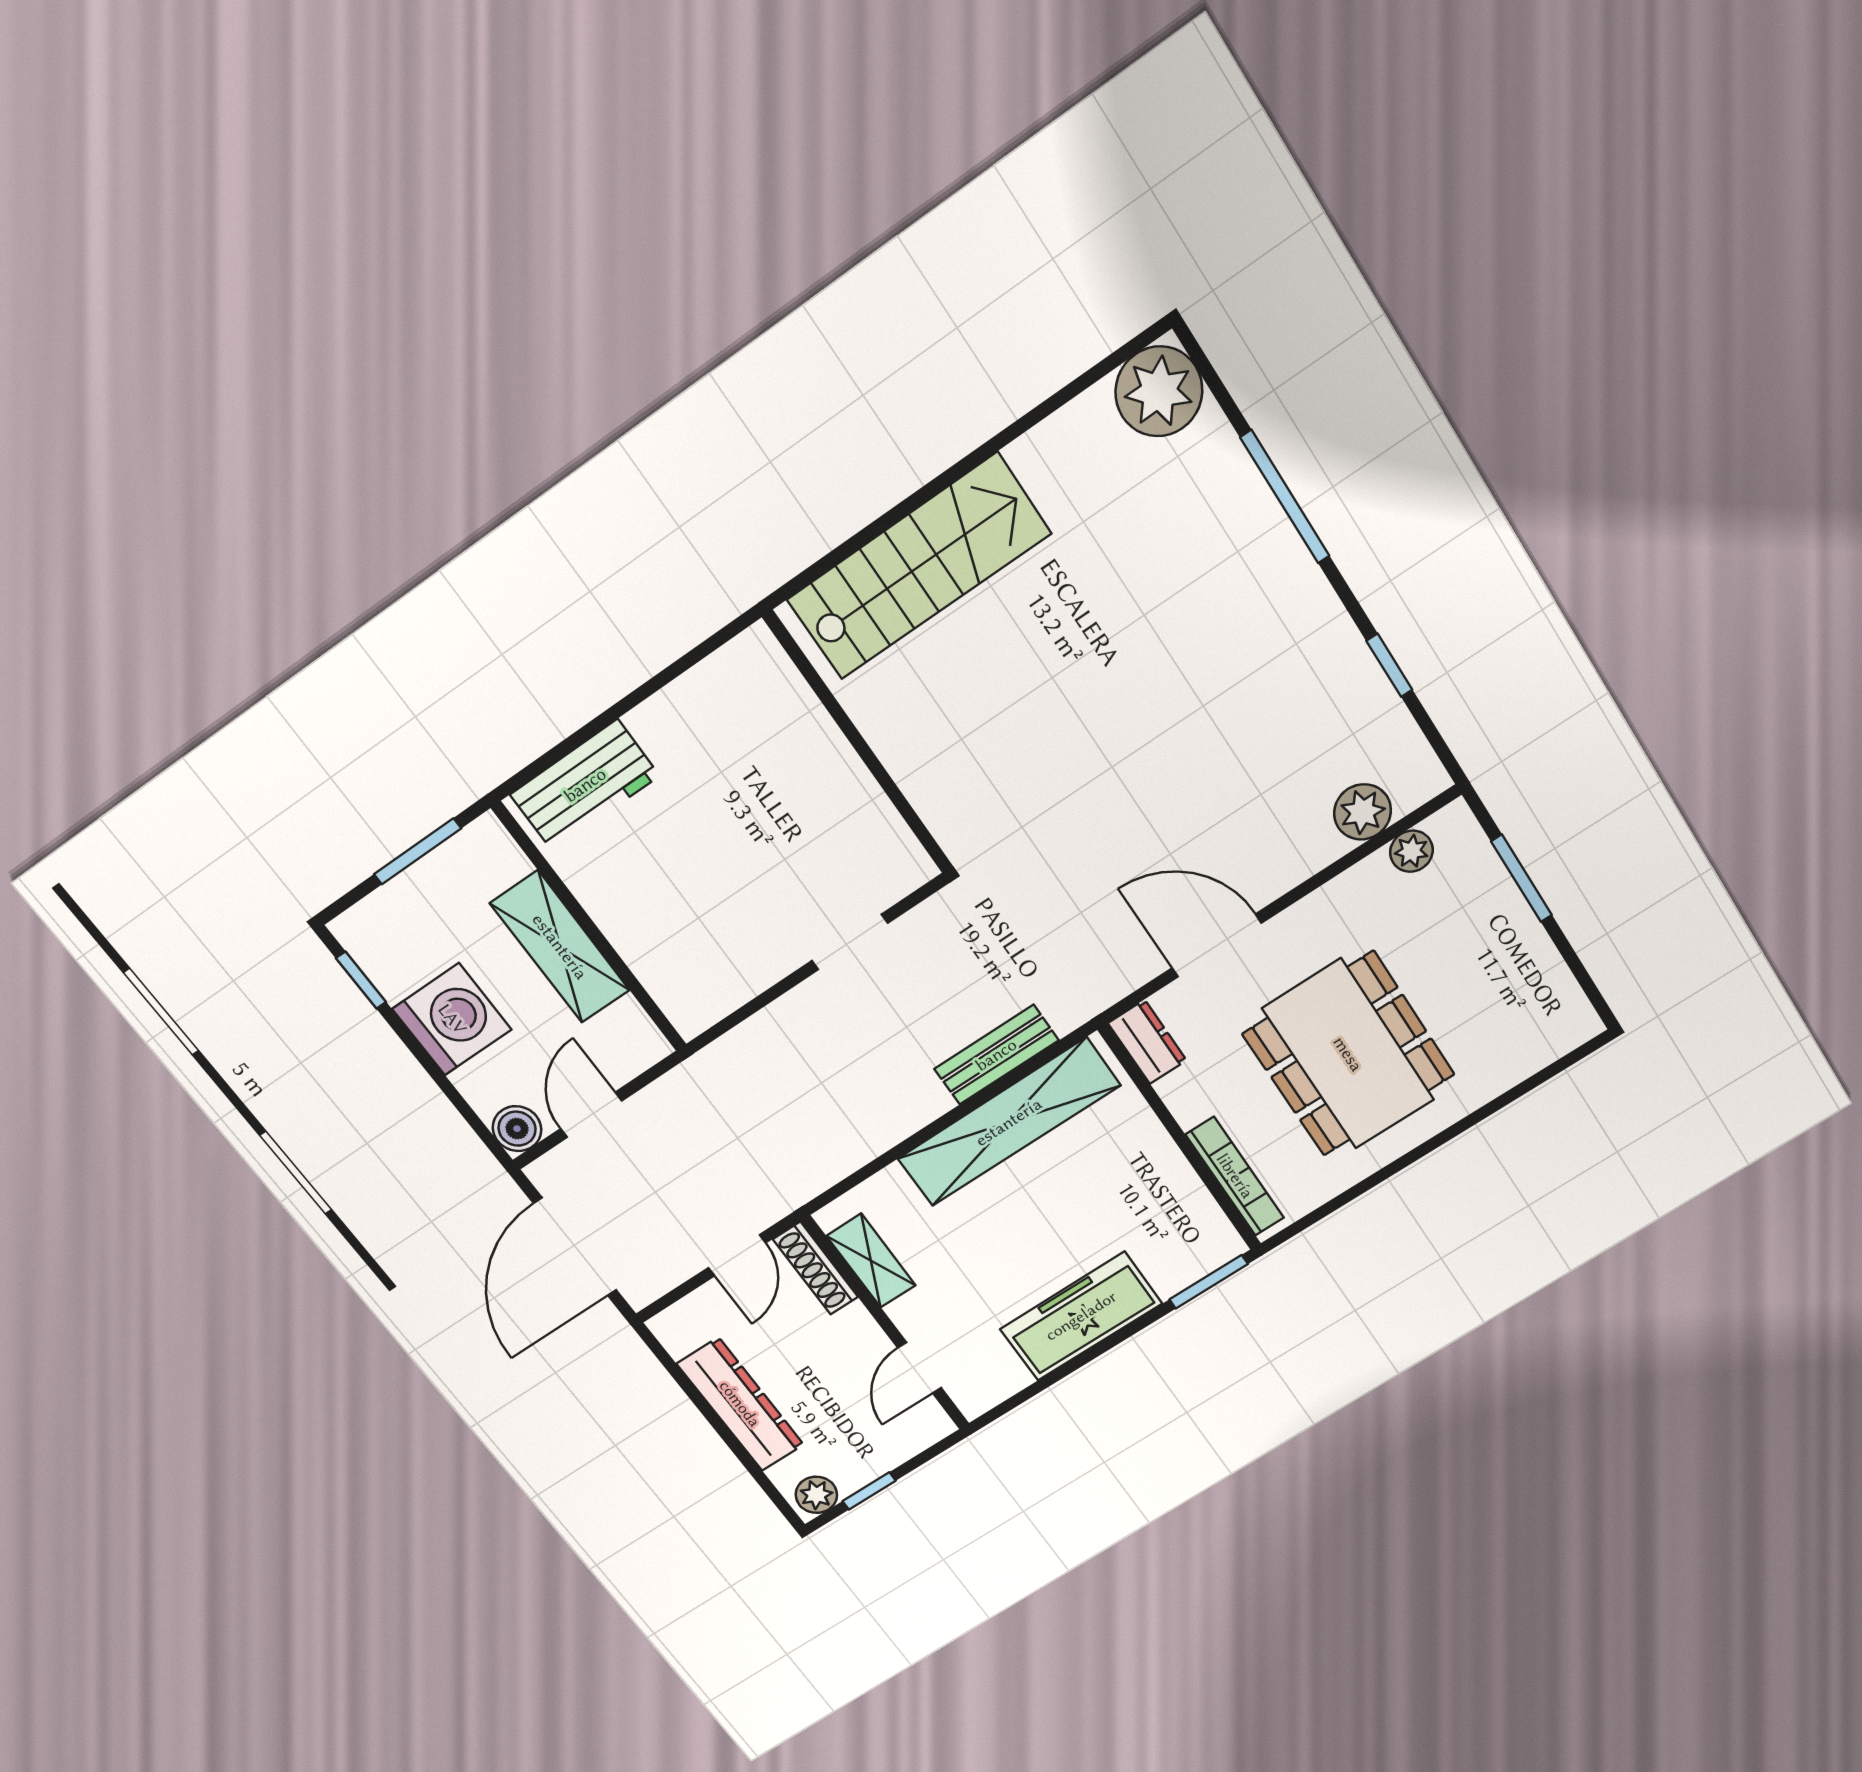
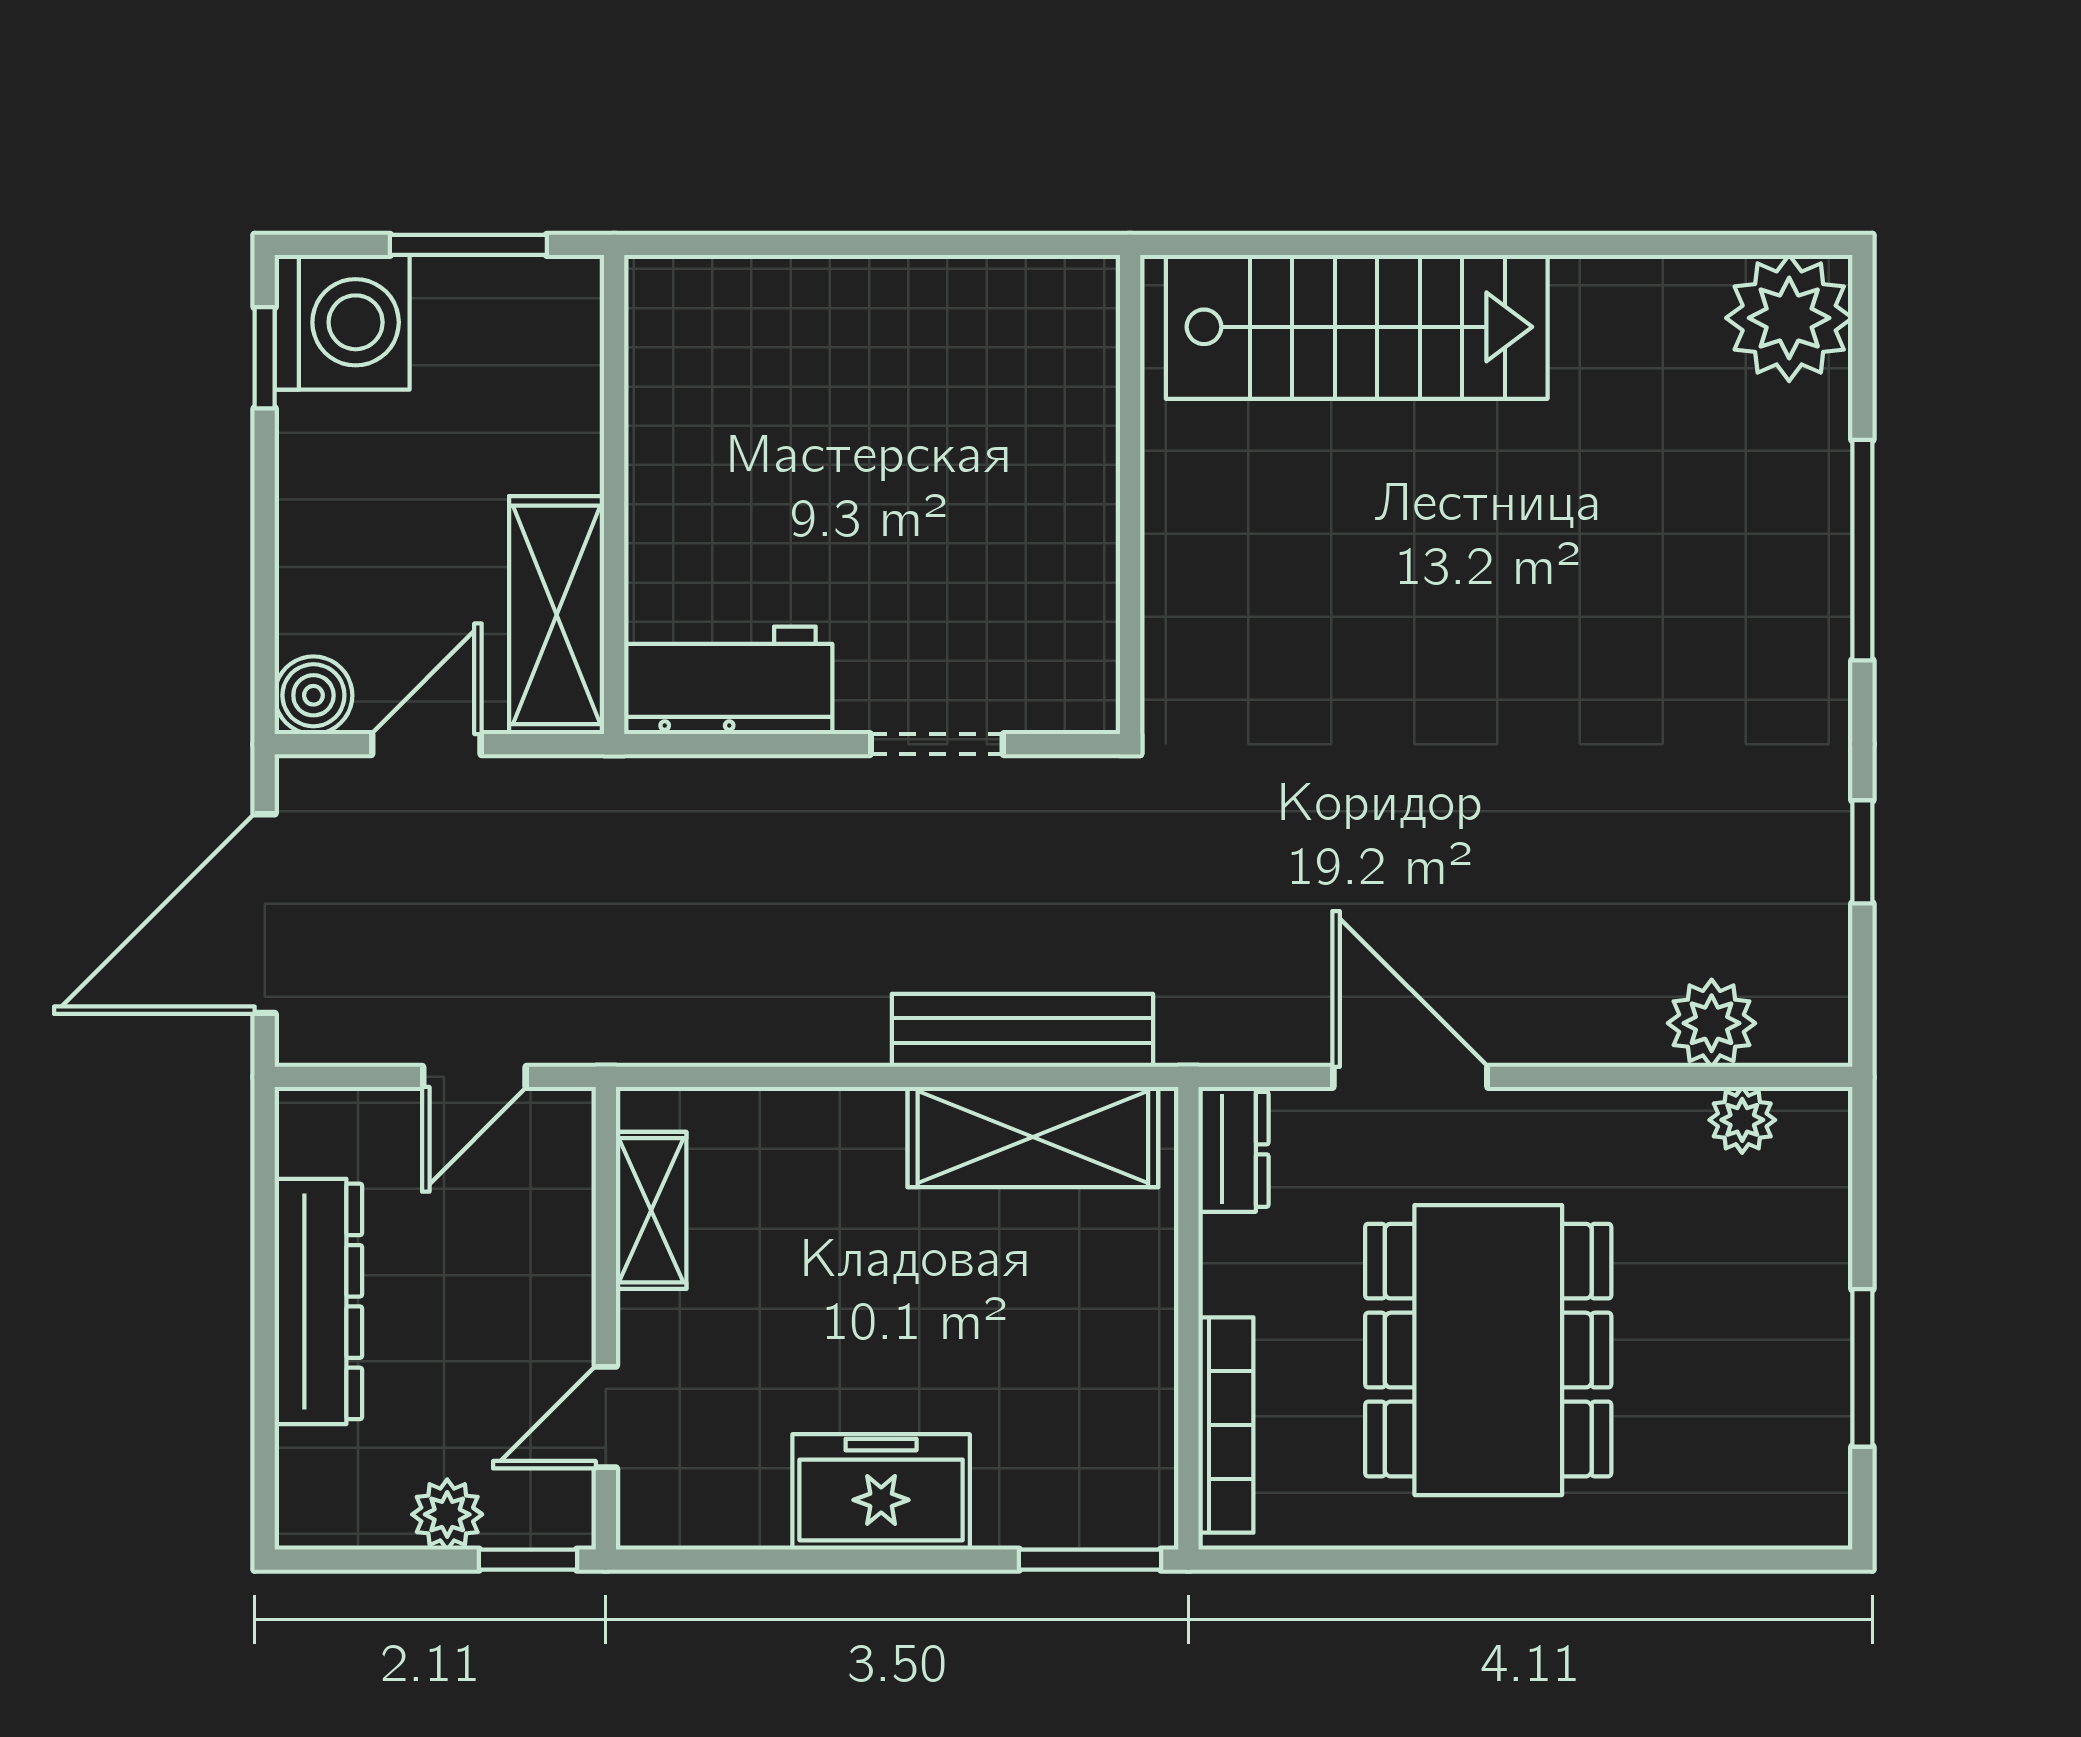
workbench: (585, 785) -> (728, 680), moved, turned 180
window: (1522, 878) -> (1862, 1368), moved
shelving: (560, 947) -> (557, 615), moved
washing machine: (452, 1019) -> (342, 322), moved
bench: (996, 1055) -> (1022, 1030), width x1.36
shelving: (1009, 1122) -> (1033, 1137), width x0.68
shoe rack: (816, 1268) -> (568, 1169), removed
freezer: (1081, 1316) -> (881, 1492), width x0.71
window: (869, 1491) -> (528, 1560), moved
plant: (816, 1495) -> (447, 1514), moved

